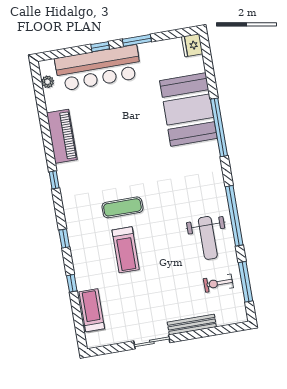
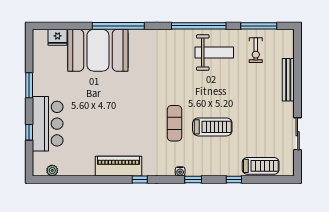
fridge: (192, 45) -> (58, 37), moved
window: (100, 47) -> (29, 132), moved
bar counter: (98, 68) -> (48, 124), width x0.73
piano: (62, 136) -> (118, 166), moved
water cooler: (71, 223) -> (180, 171), added
treadmill: (92, 310) -> (261, 166), turned 180
sliding door: (152, 342) -> (298, 134), moved

